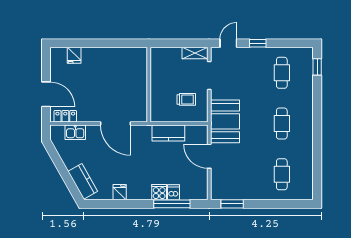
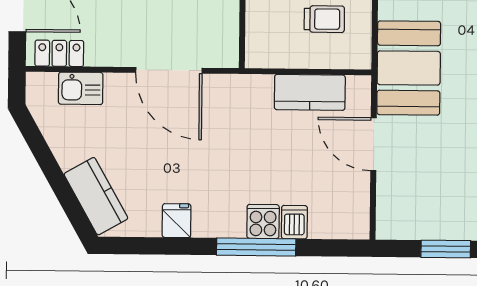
kitchen counter: (168, 133) -> (310, 92), moved
window: (172, 204) -> (256, 247), moved
window: (232, 204) -> (446, 249), moved

